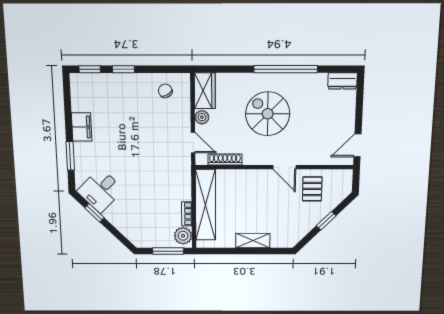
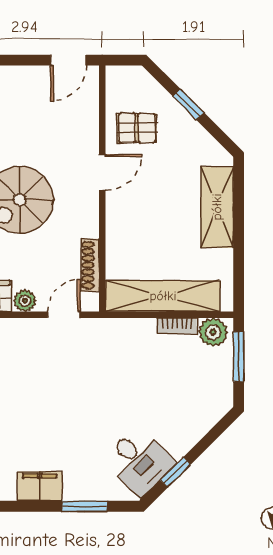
door: (357, 145) -> (68, 60), hinge flipped
shelving: (253, 241) -> (217, 207), width x1.50, depth x1.33

